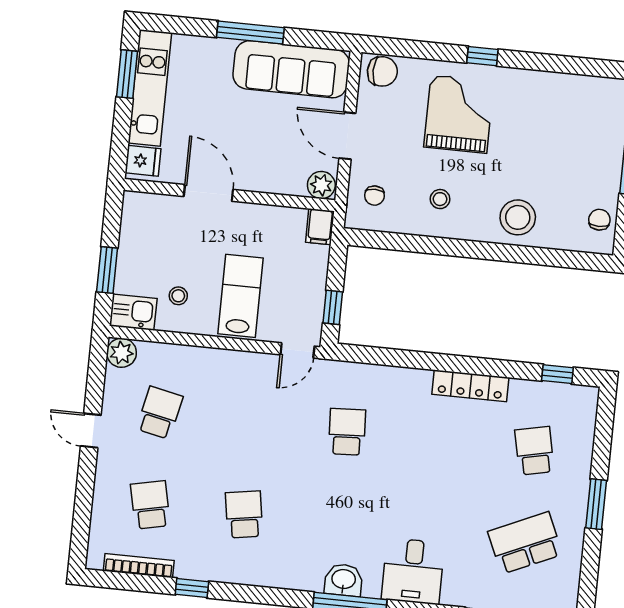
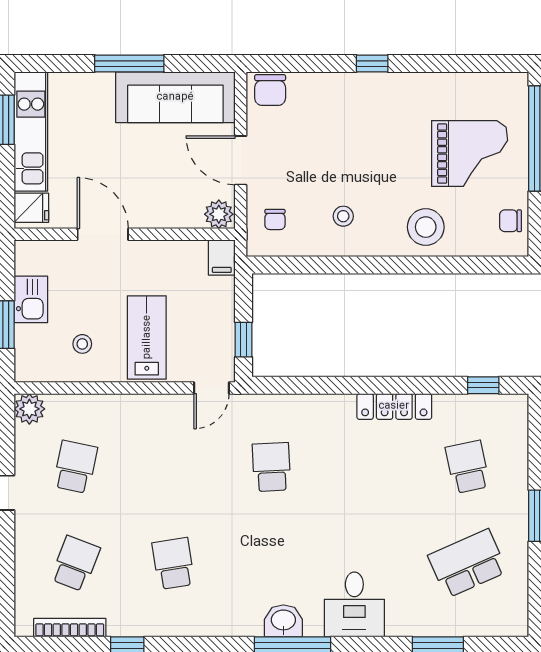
chair: (382, 71) -> (270, 90), turned 90
grand piano: (459, 114) -> (470, 154), moved, turned 90
chair: (599, 220) -> (510, 221), turned -90
kitchen sink: (133, 312) -> (31, 299), moved, turned 90
school desk: (150, 505) -> (75, 563), turned 33

